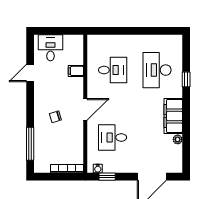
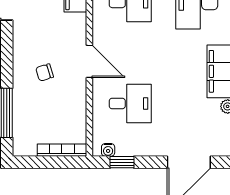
door: (85, 109) -> (89, 61), hinge flipped
desk: (113, 137) -> (130, 103), turned 180

